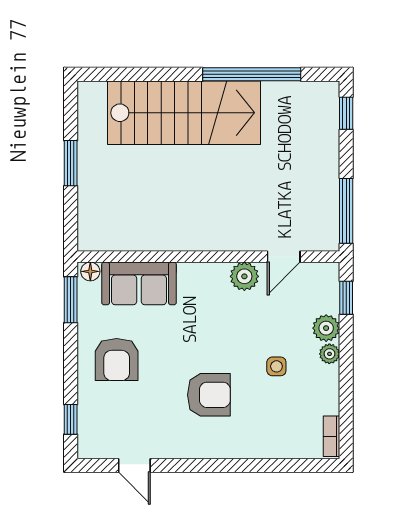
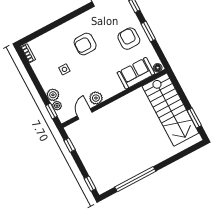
stairs: (184, 113) -> (170, 110), moved, turned -90
window: (71, 163) -> (194, 118), moved
window: (346, 211) -> (70, 145), width x0.46
window: (71, 300) -> (148, 31), moved
plant: (329, 354) -> (57, 106), moved

